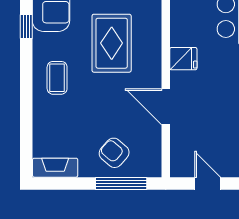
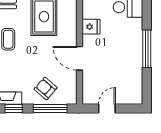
window: (65, 183) -> (14, 108), added
door: (208, 183) -> (107, 108), hinge flipped

